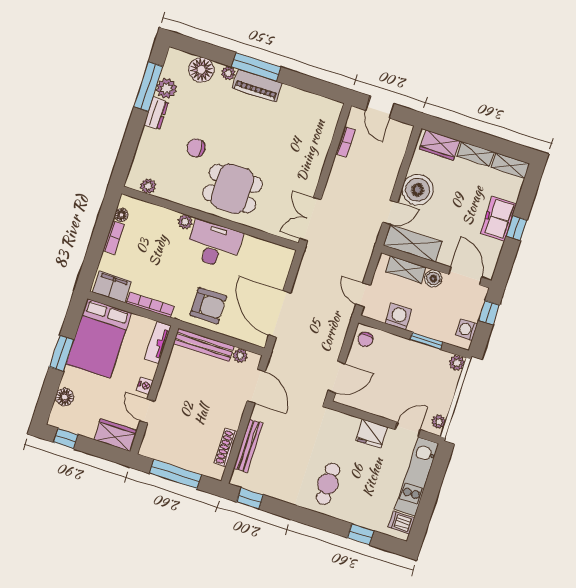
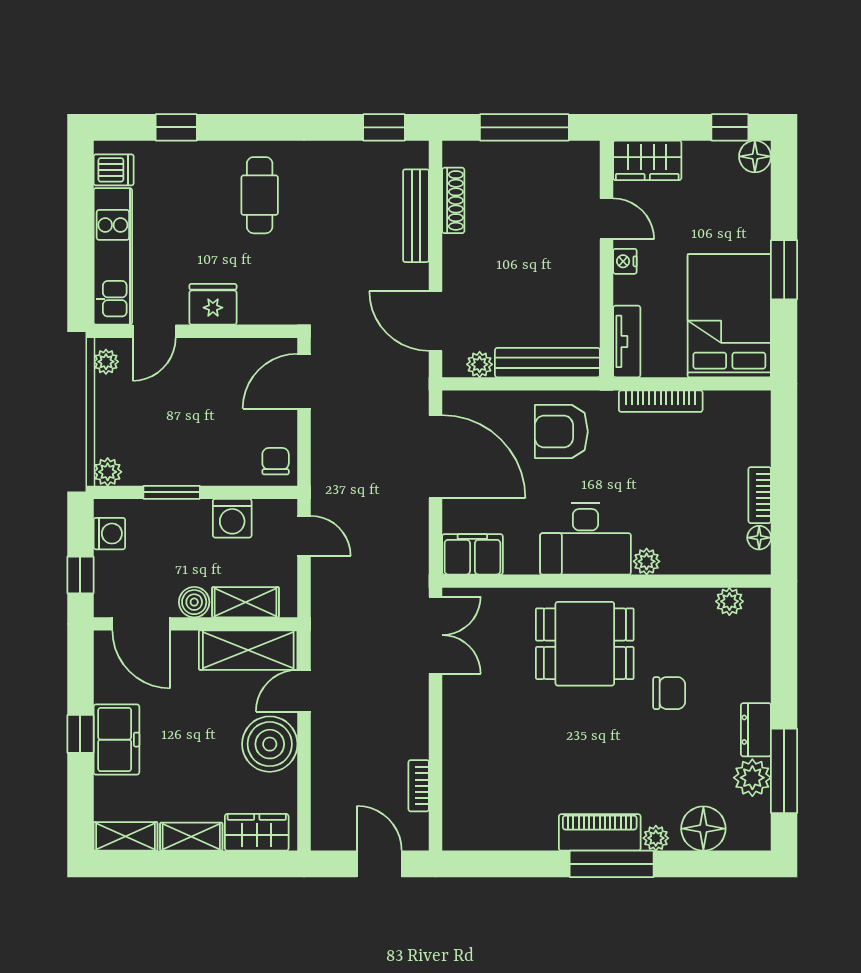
filing cabinet: (112, 287) -> (472, 554), moved, turned 180
floor lamp: (65, 397) -> (755, 156), moved

